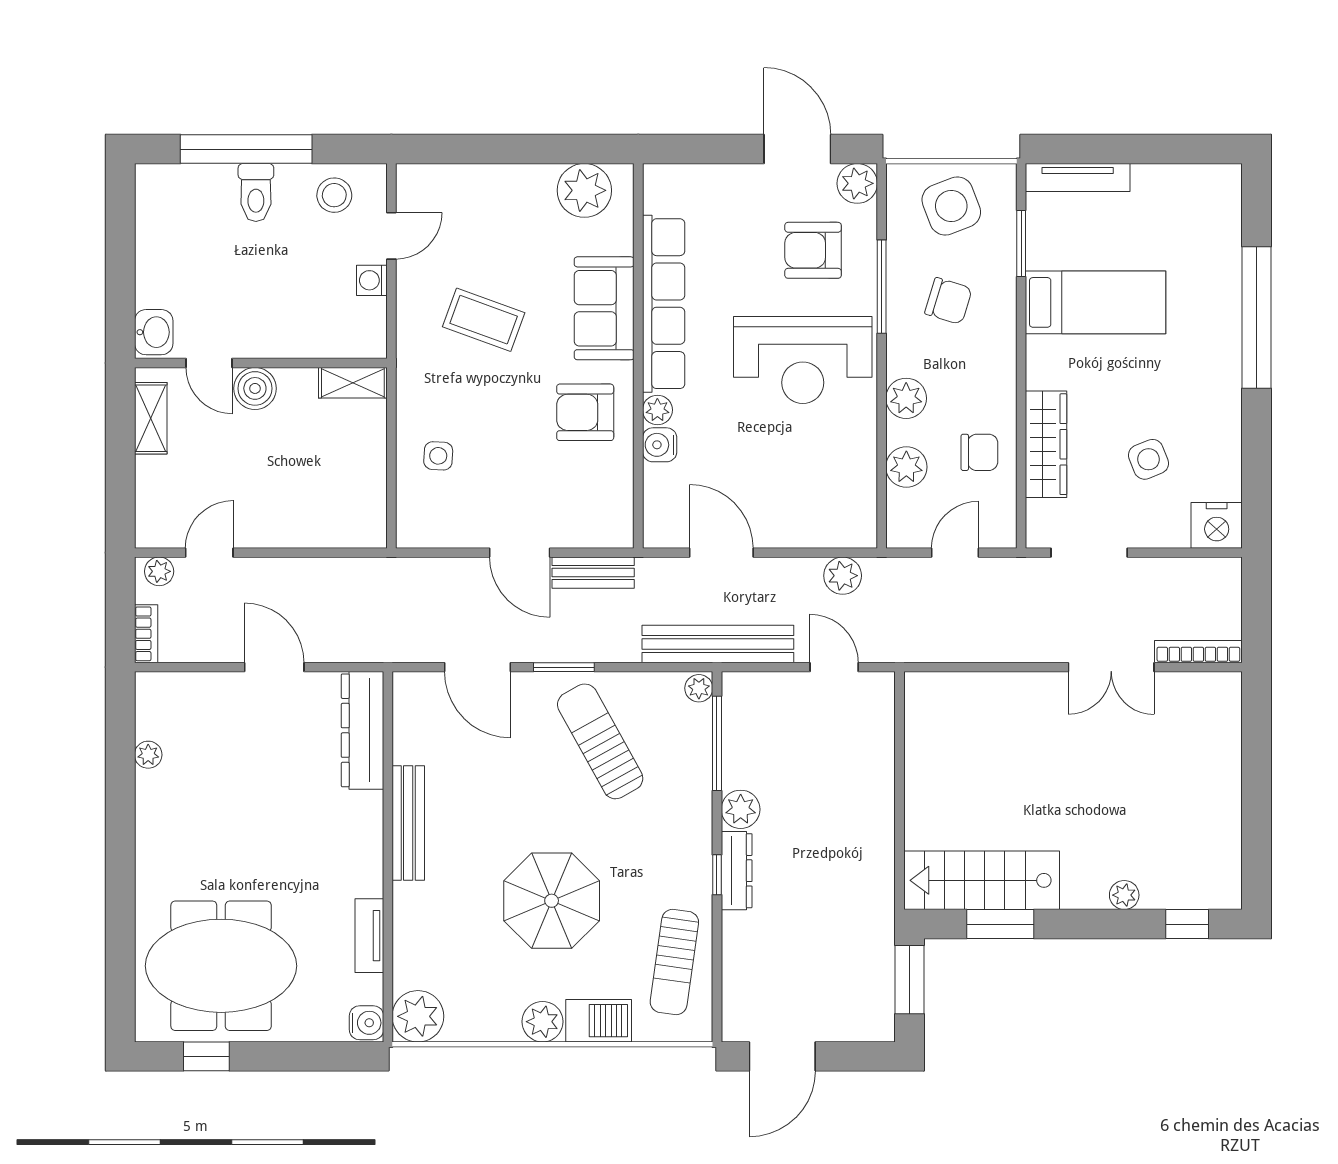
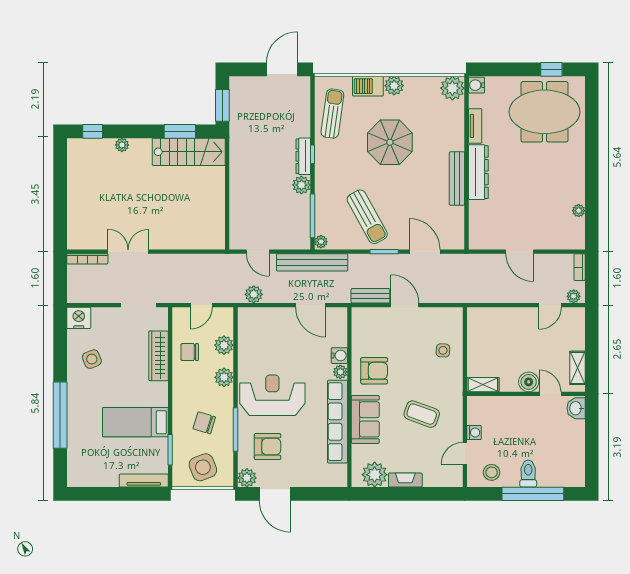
fireplace: (519, 179) -> (405, 480), added
side table: (1148, 459) -> (92, 359), moved
dresser: (363, 730) -> (478, 172), moved

